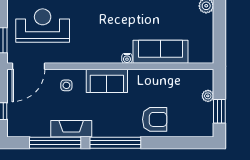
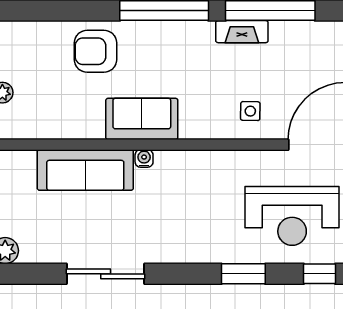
sofa: (107, 81) -> (142, 119), moved
fireplace: (71, 129) -> (242, 32), width x0.73, depth x0.76

